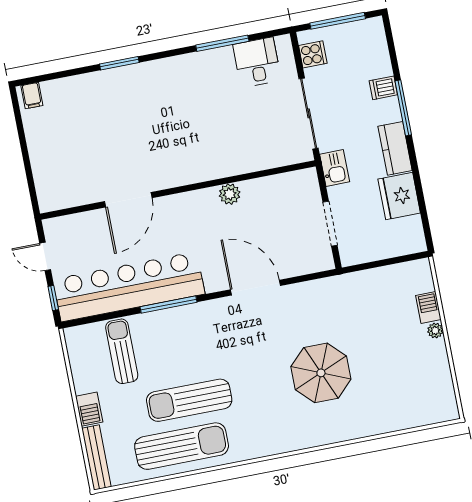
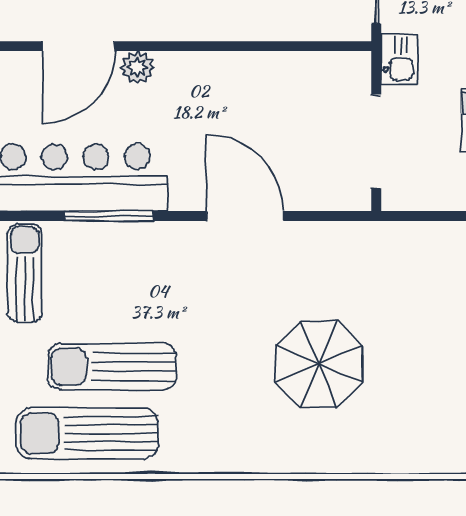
plant: (230, 194) -> (137, 67), moved
doorway: (330, 224) -> (376, 141), width x1.36
sun lounger: (182, 446) -> (87, 433), turned 180

